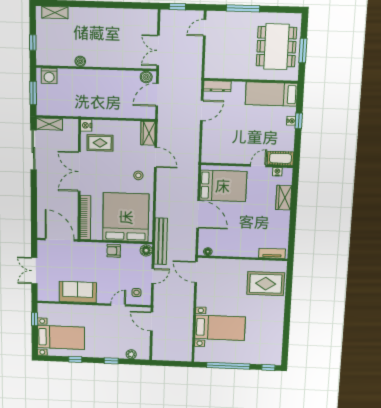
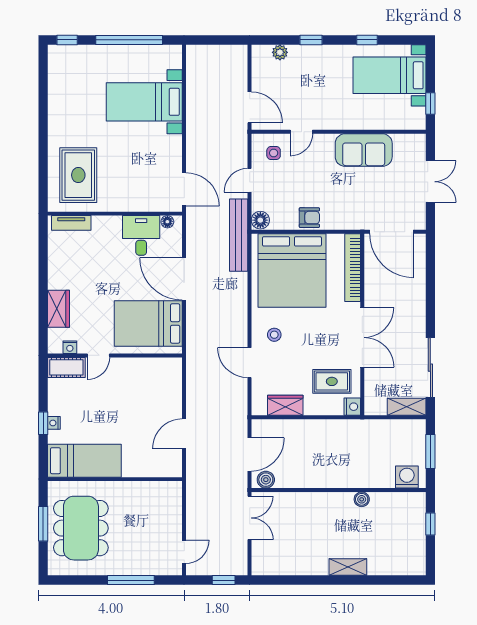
shelving: (55, 13) -> (348, 567), moved
dresser: (217, 86) -> (163, 470), removed
wardrobe: (148, 133) -> (285, 405), moved, turned -90
desk: (226, 244) -> (141, 235), added
rug: (266, 284) -> (78, 175), turned 90

